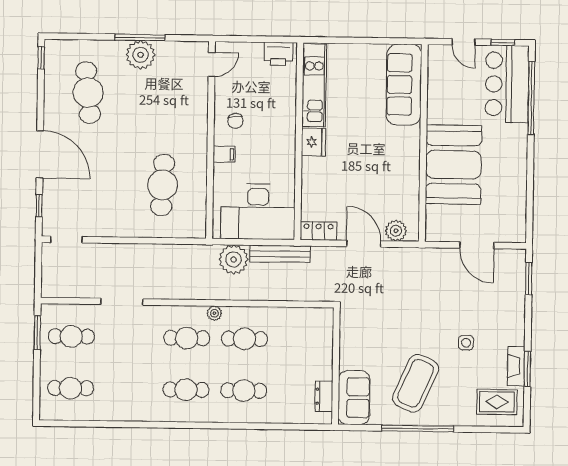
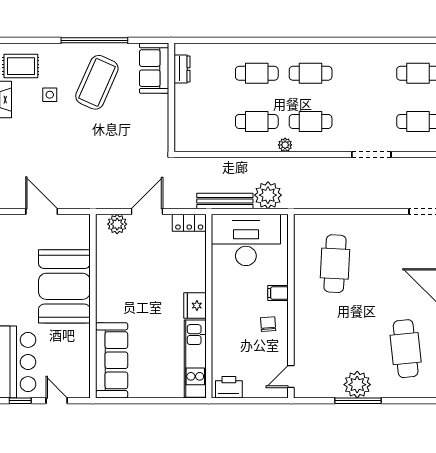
door: (364, 244) -> (147, 212), swing flipped
side table: (466, 343) -> (50, 95), moved

